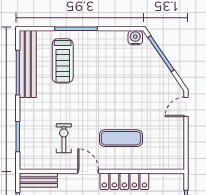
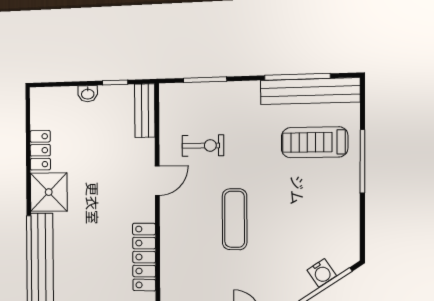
water cooler: (135, 38) -> (322, 273), moved, turned 56
exercise mat: (121, 138) -> (235, 219), moved
locker: (124, 181) -> (144, 257), moved

